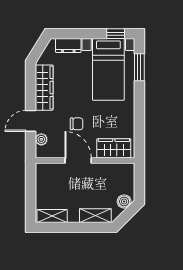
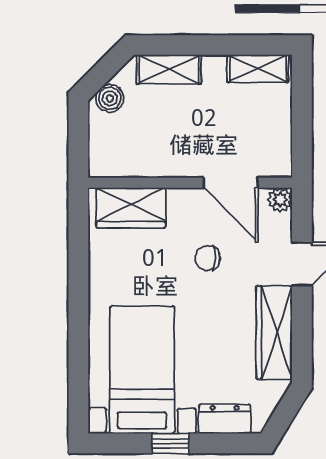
window: (116, 34) -> (171, 443), moved
window: (139, 67) -> (78, 374), removed
plant: (41, 139) -> (280, 200), moved
door: (78, 160) -> (231, 183), moved

